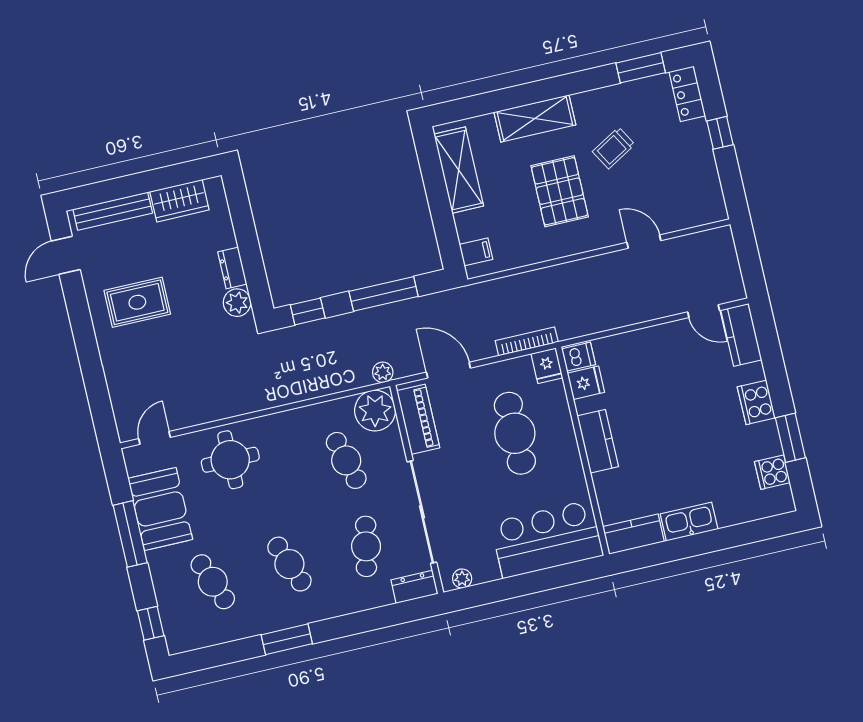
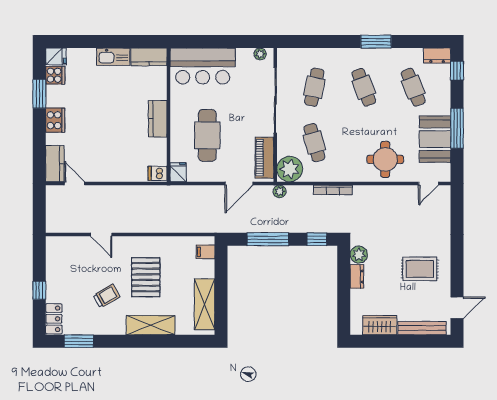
bookcase: (527, 341) -> (333, 190), moved
door: (448, 370) -> (239, 183), hinge flipped
fridge: (586, 383) -> (56, 56), moved, turned 180
dresser: (415, 587) -> (437, 56), moved

